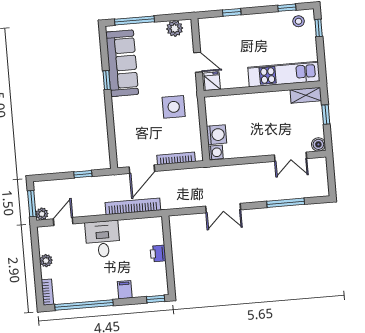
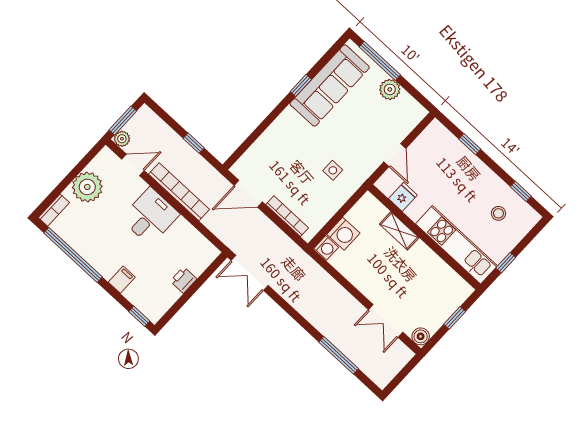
stool: (299, 21) -> (498, 213), moved
plant: (175, 28) -> (390, 89), moved
window: (319, 28) -> (506, 263), moved
fridge: (212, 81) -> (403, 197), moved
shelving: (306, 95) -> (399, 231), moved
side table: (174, 107) -> (333, 170), width x0.54, depth x0.54
bookcase: (133, 206) -> (179, 192), moved
double door: (223, 208) -> (250, 273), moved
plant: (46, 261) -> (87, 187), width x1.88, depth x1.88

